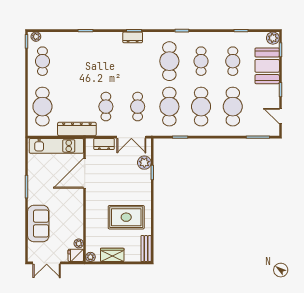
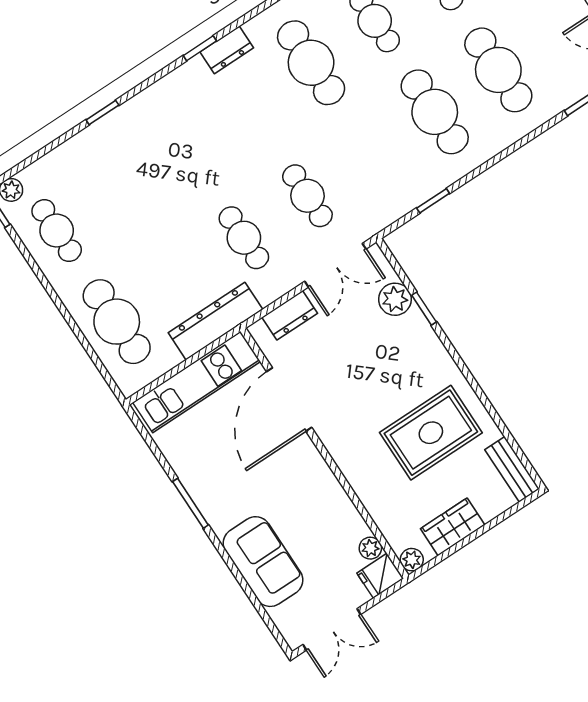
dresser: (133, 37) -> (227, 50), moved
cafe table: (169, 107) -> (371, 154), removed

